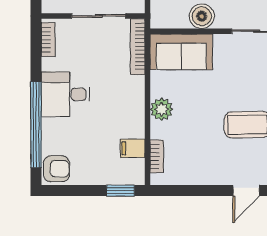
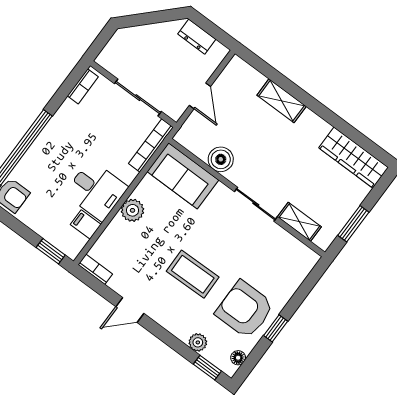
desk: (66, 94) -> (96, 190), moved, turned 180
bookcase: (157, 156) -> (95, 269), moved, turned -90
door: (246, 191) -> (130, 310), moved

